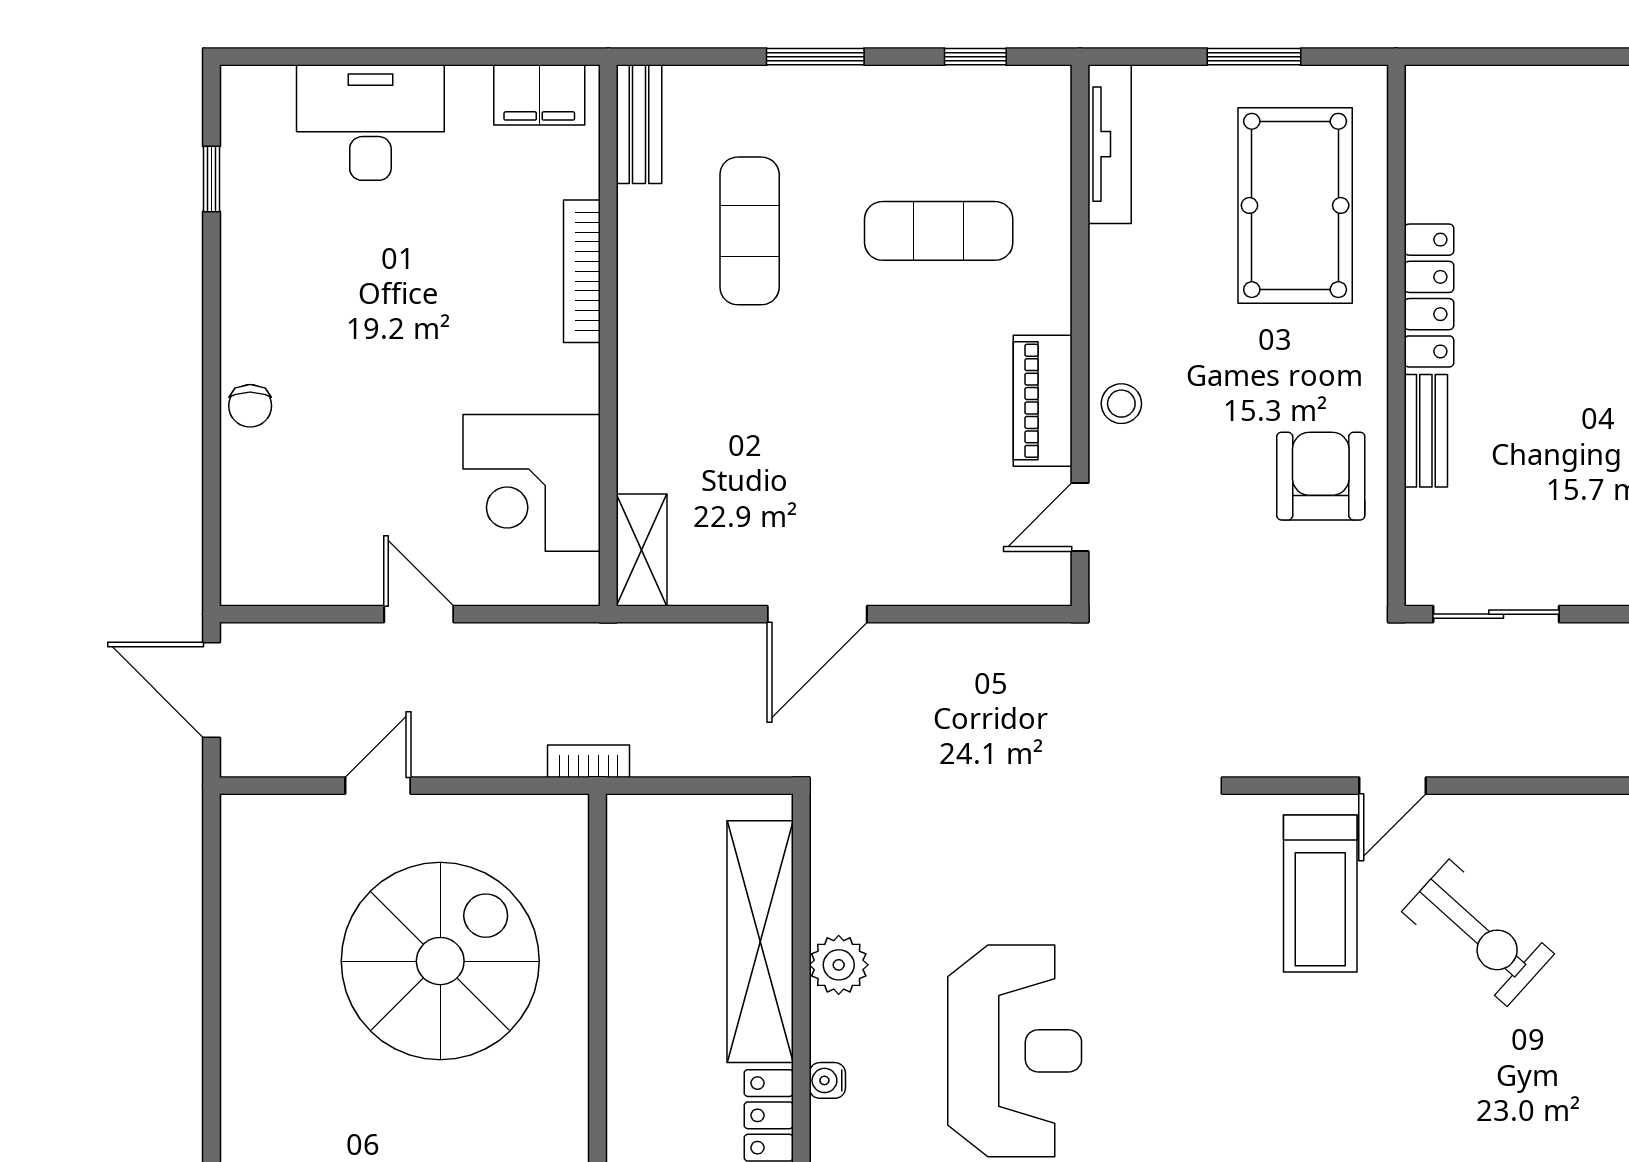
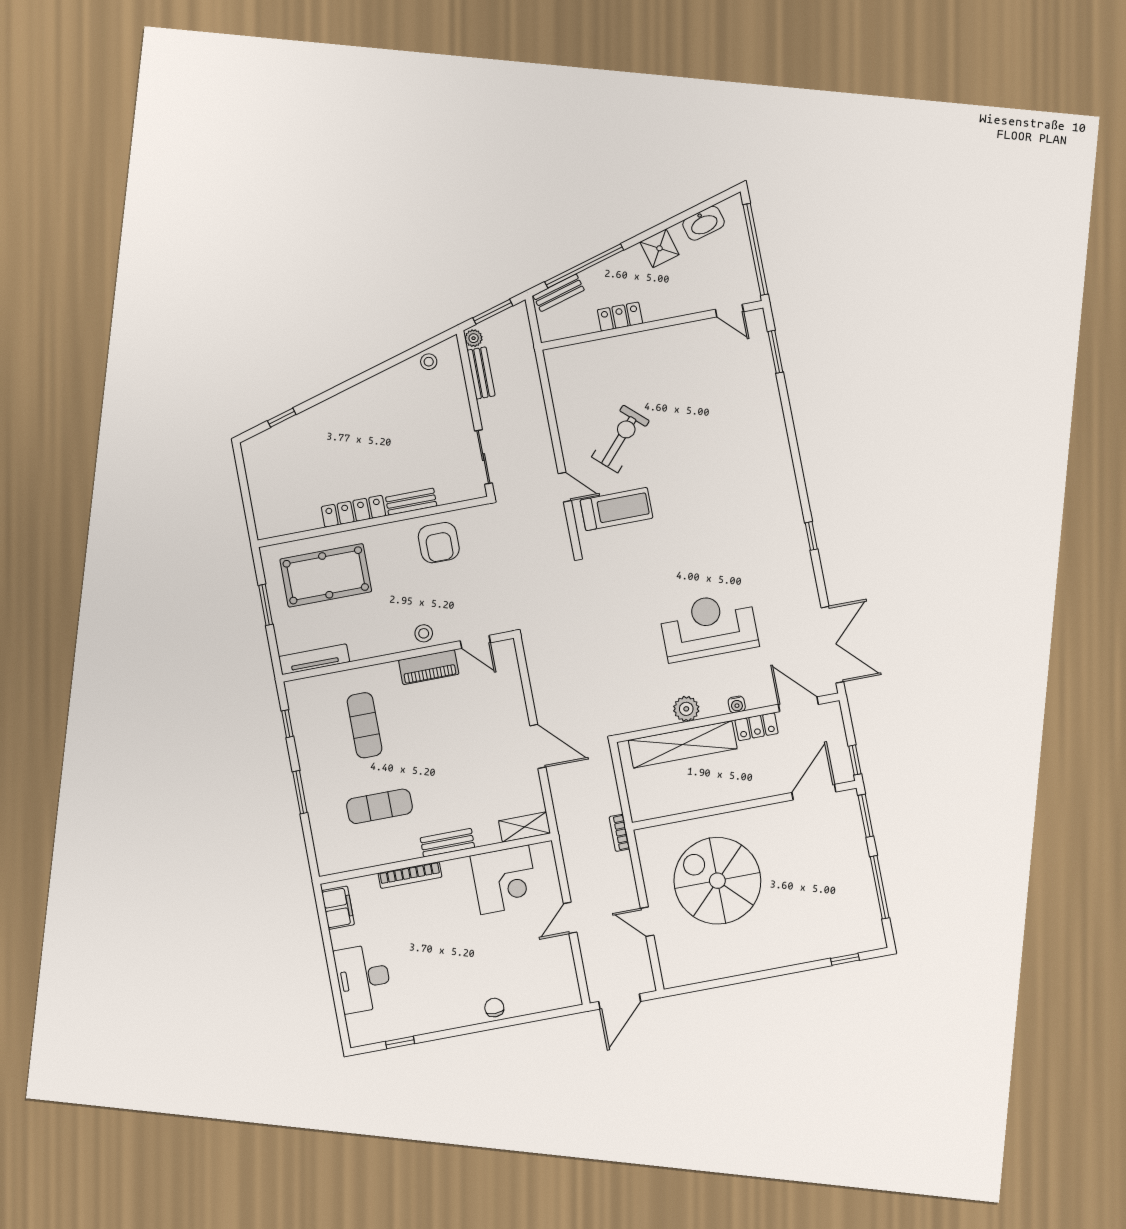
bench: (639, 124) -> (447, 843), moved
chair: (250, 406) -> (494, 1008), turned -90
armchair: (1321, 476) -> (439, 543), turned -90

